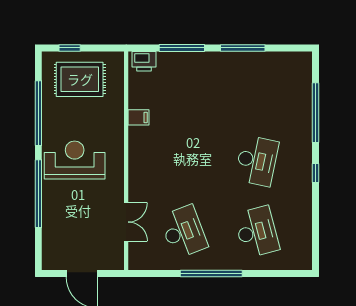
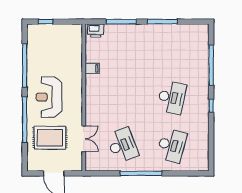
rug: (80, 79) -> (50, 138), moved
reception desk: (75, 160) -> (49, 97), turned -90
desk: (257, 232) -> (172, 145), turned 30

